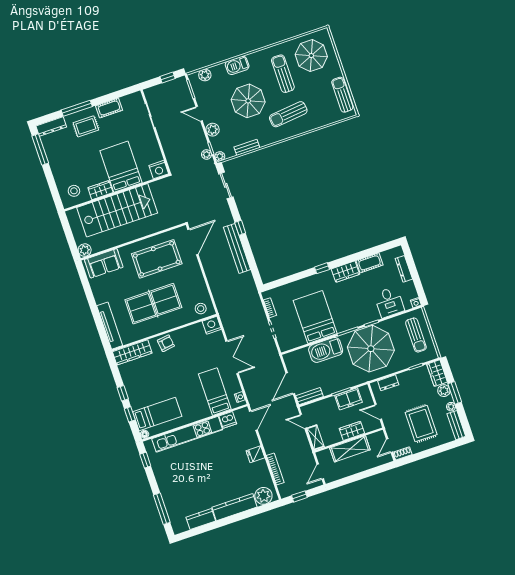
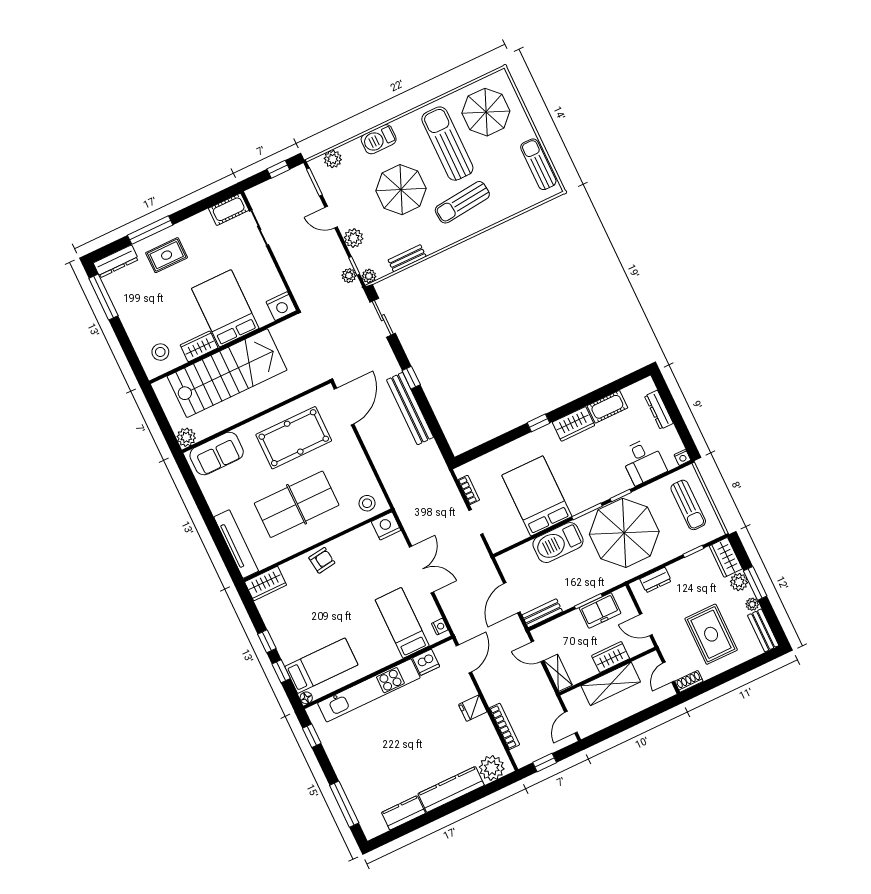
sun lounger: (283, 74) -> (447, 144), width x1.36, depth x1.34
cot: (109, 108) -> (229, 209), moved
wardrobe: (132, 352) -> (266, 583), width x0.67

